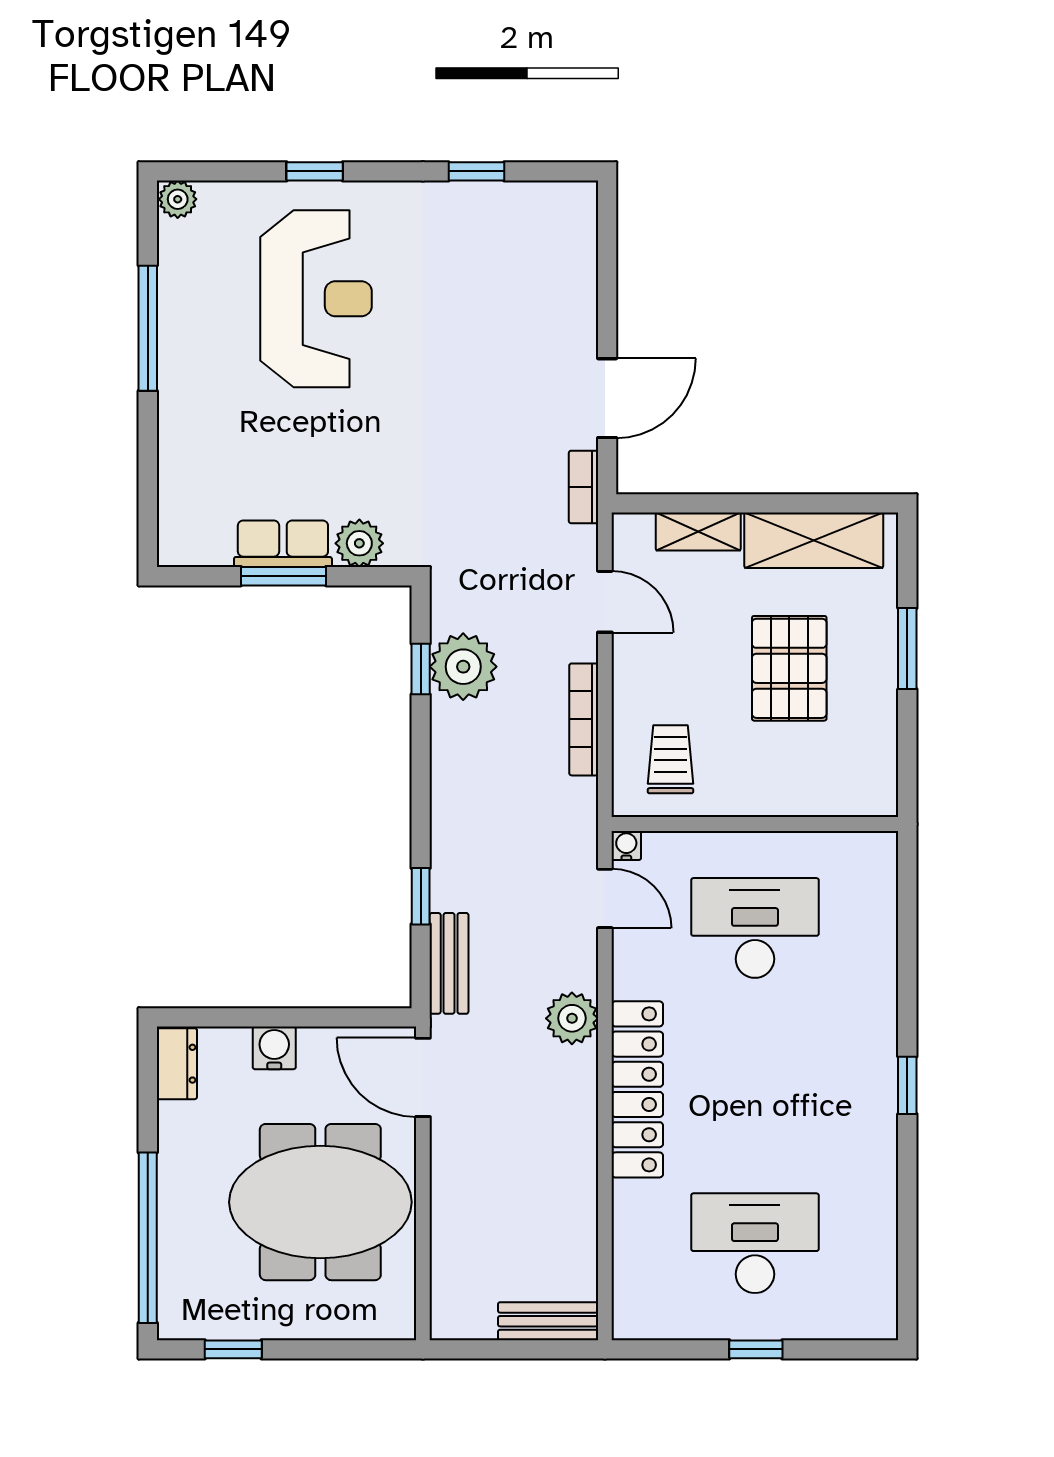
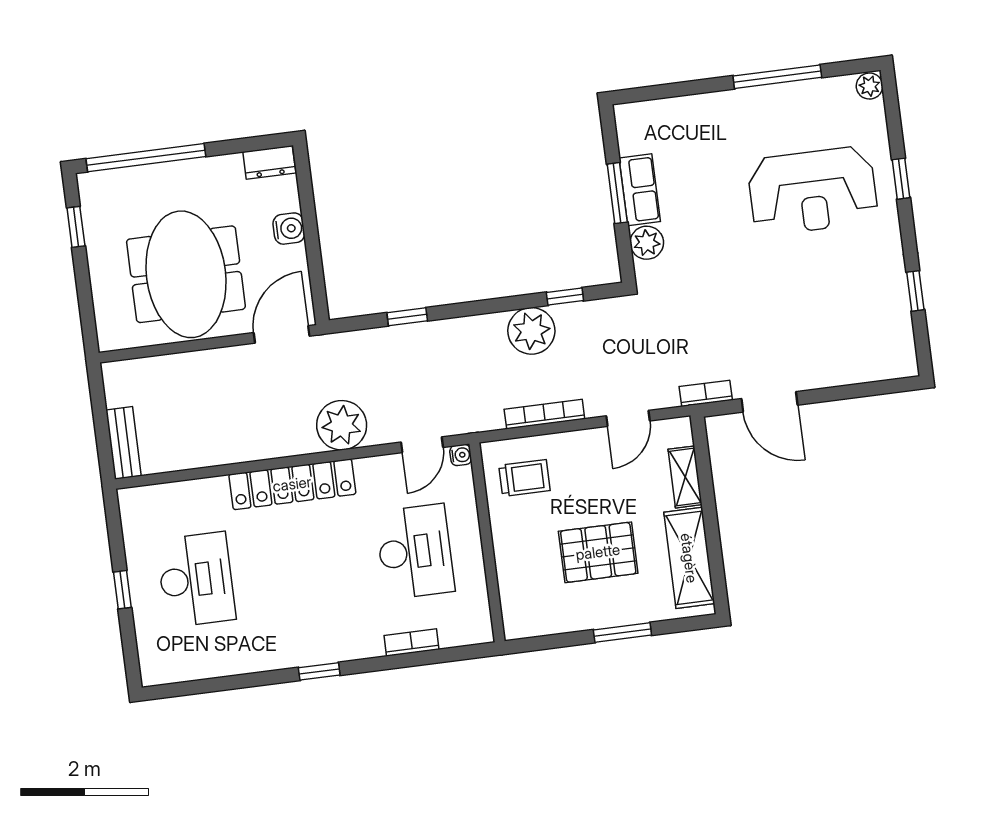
plant: (463, 667) -> (531, 331), moved
bookcase: (883, 949) -> (412, 643), added
bench: (449, 963) -> (363, 342), removed
plant: (572, 1018) -> (342, 425), width x1.36, depth x1.36

